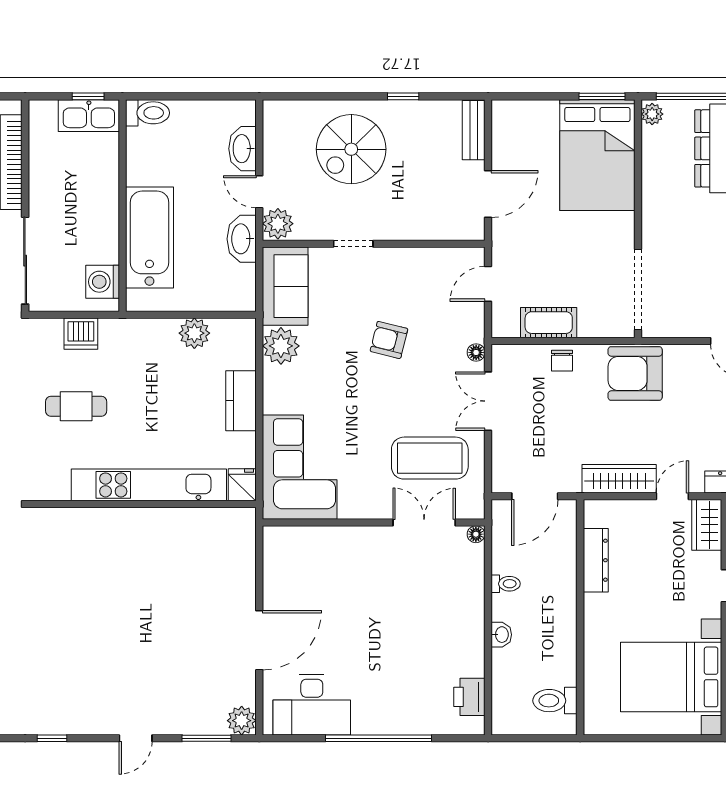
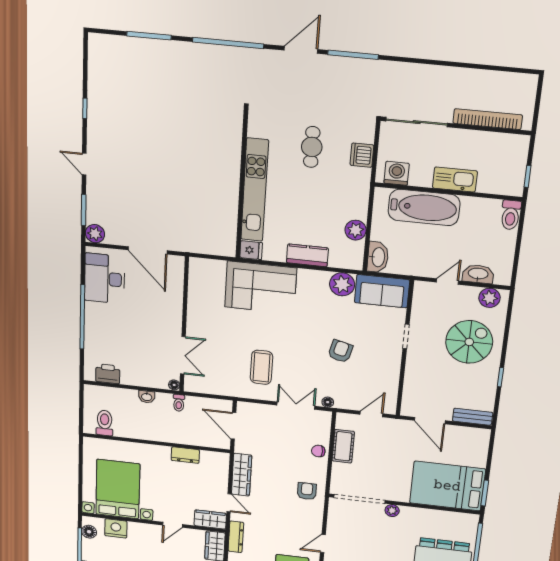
plant: (652, 114) -> (392, 511), moved
kitchen sink: (89, 116) -> (455, 180), moved, turned 90
spiral stairs: (351, 149) -> (469, 342), turned 90
plant: (278, 224) -> (490, 298), moved
washbasin: (242, 239) -> (378, 257), moved, turned 90
door: (488, 284) -> (371, 414), hinge flipped
armchair: (635, 373) -> (307, 491), width x0.53, depth x0.53
coffee table: (430, 458) -> (261, 367), width x0.73, depth x0.76
wall: (374, 522) -> (184, 325), moved
double door: (424, 522) -> (183, 355), moved
floor lamp: (476, 534) -> (174, 385), moved
dresser: (596, 560) -> (185, 455), width x0.70

